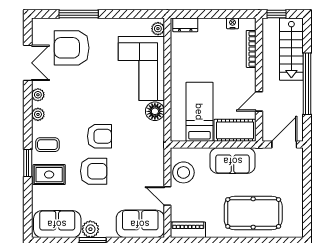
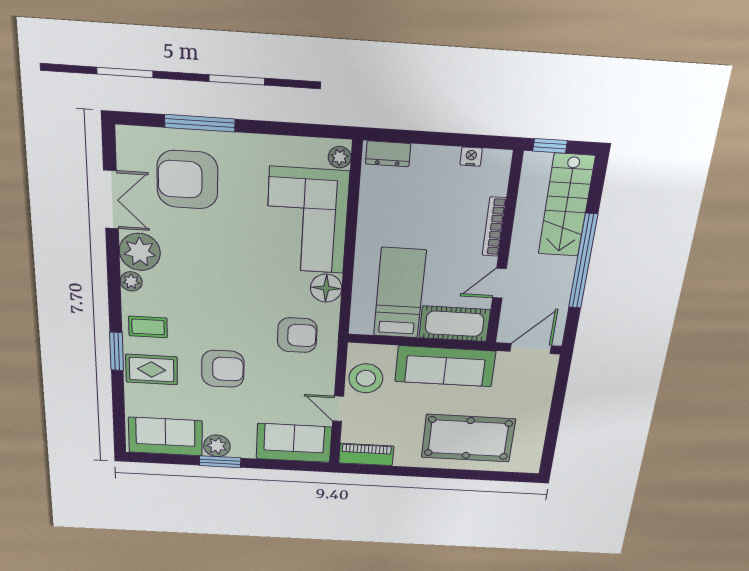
bookcase: (251, 49) -> (494, 227), moved
plant: (38, 95) -> (140, 252), width x1.87, depth x1.87
armchair: (99, 136) -> (297, 335), moved
sofa: (233, 161) -> (445, 366), width x1.36

